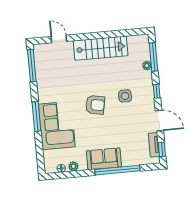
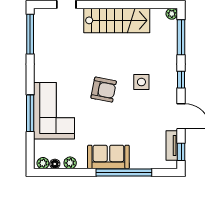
plant: (147, 66) -> (172, 14), moved
window: (36, 116) -> (30, 113), moved
plant: (52, 169) -> (43, 163), added

